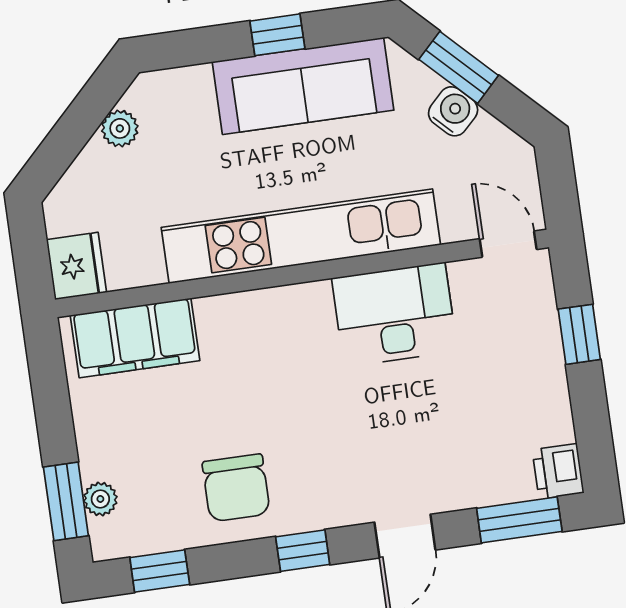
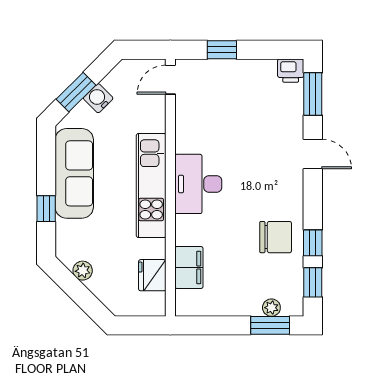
window: (277, 35) -> (46, 209), moved
kitchen unit: (301, 236) -> (151, 186), width x0.73
fridge: (77, 266) -> (152, 275), moved, turned -90
desk: (394, 315) -> (198, 184), moved
filing cabinet: (135, 338) -> (189, 268), width x0.67, depth x0.86
window: (303, 551) -> (313, 243), moved

